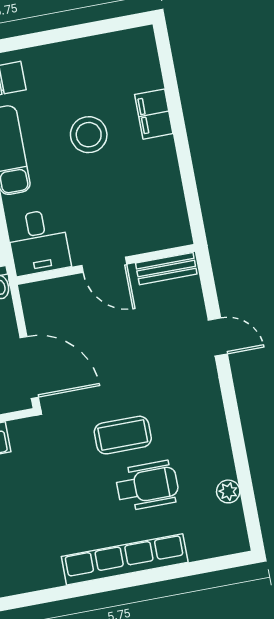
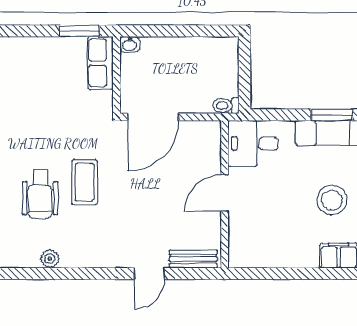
bench: (166, 269) -> (193, 259), moved, turned 90
plant: (228, 491) -> (50, 259), moved

